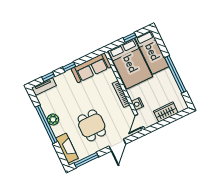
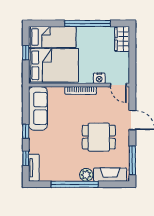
wardrobe: (166, 112) -> (122, 39), moved
plant: (53, 119) -> (86, 175), moved

